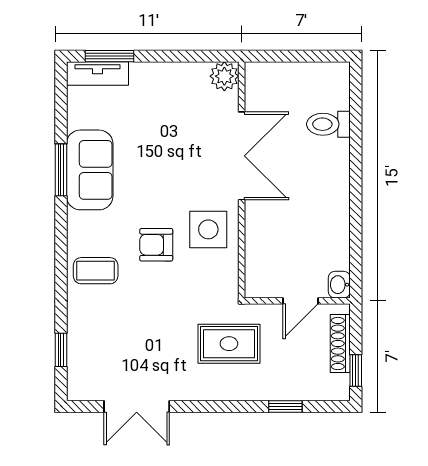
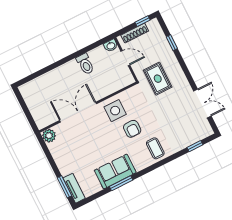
toilet: (328, 124) -> (85, 64), moved

